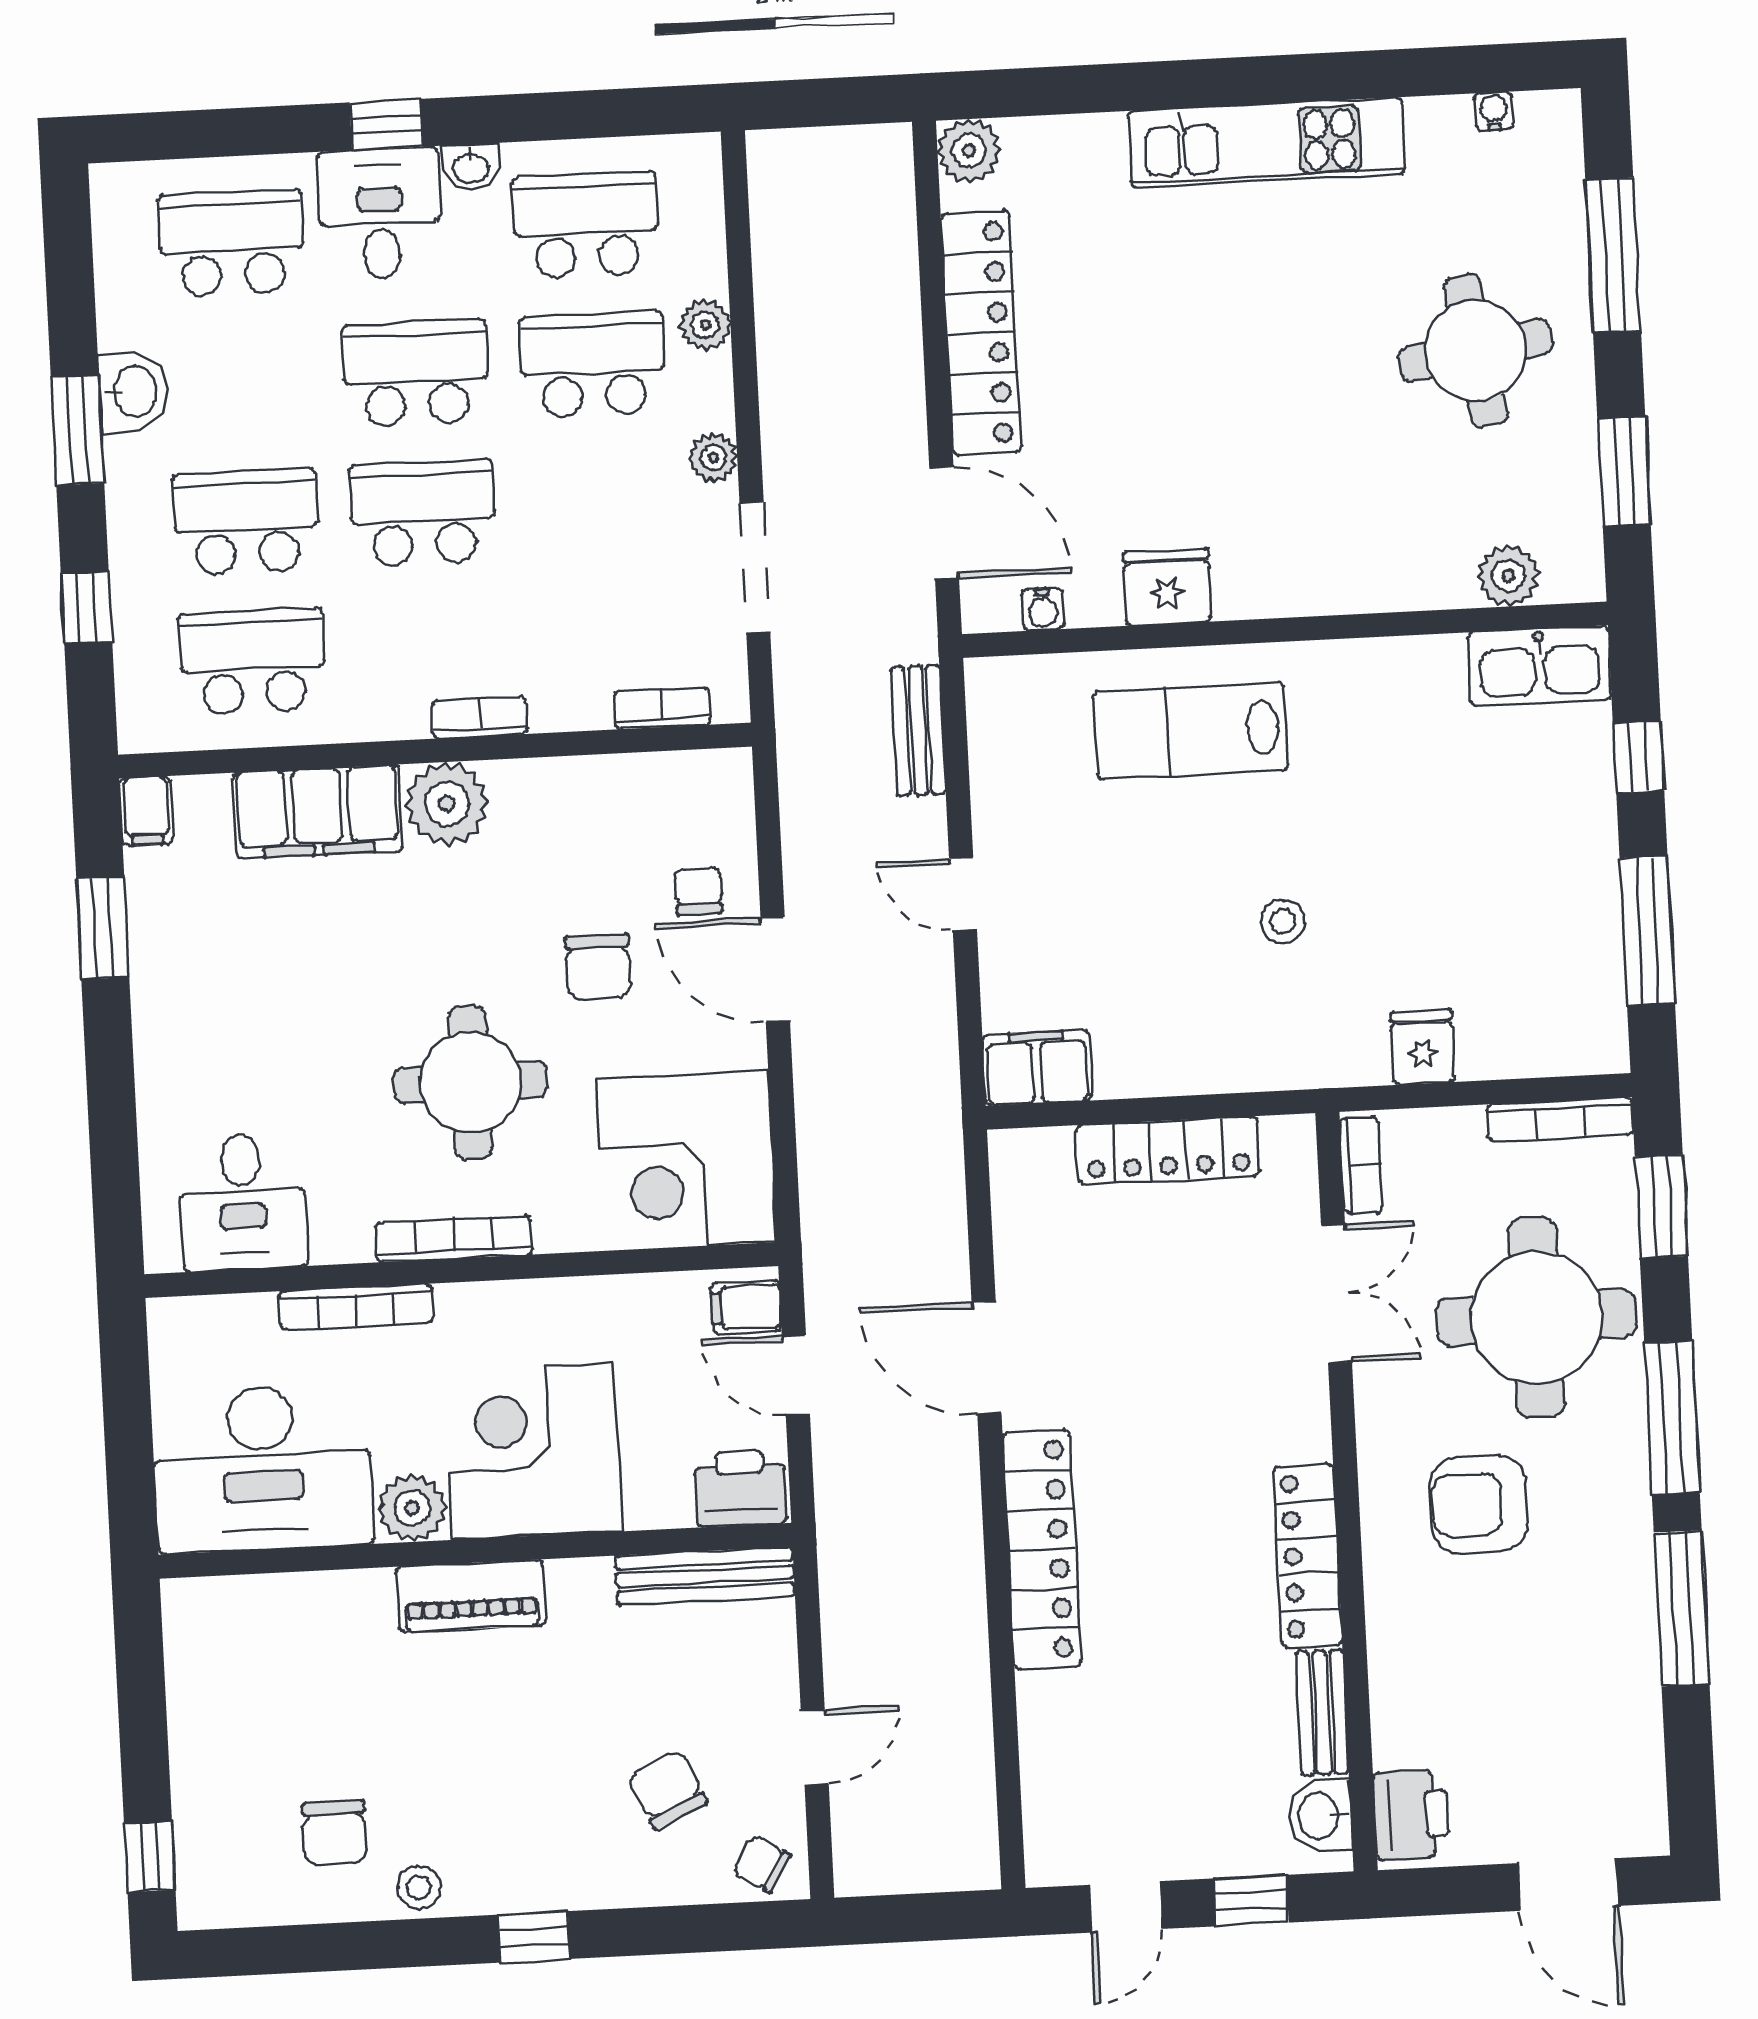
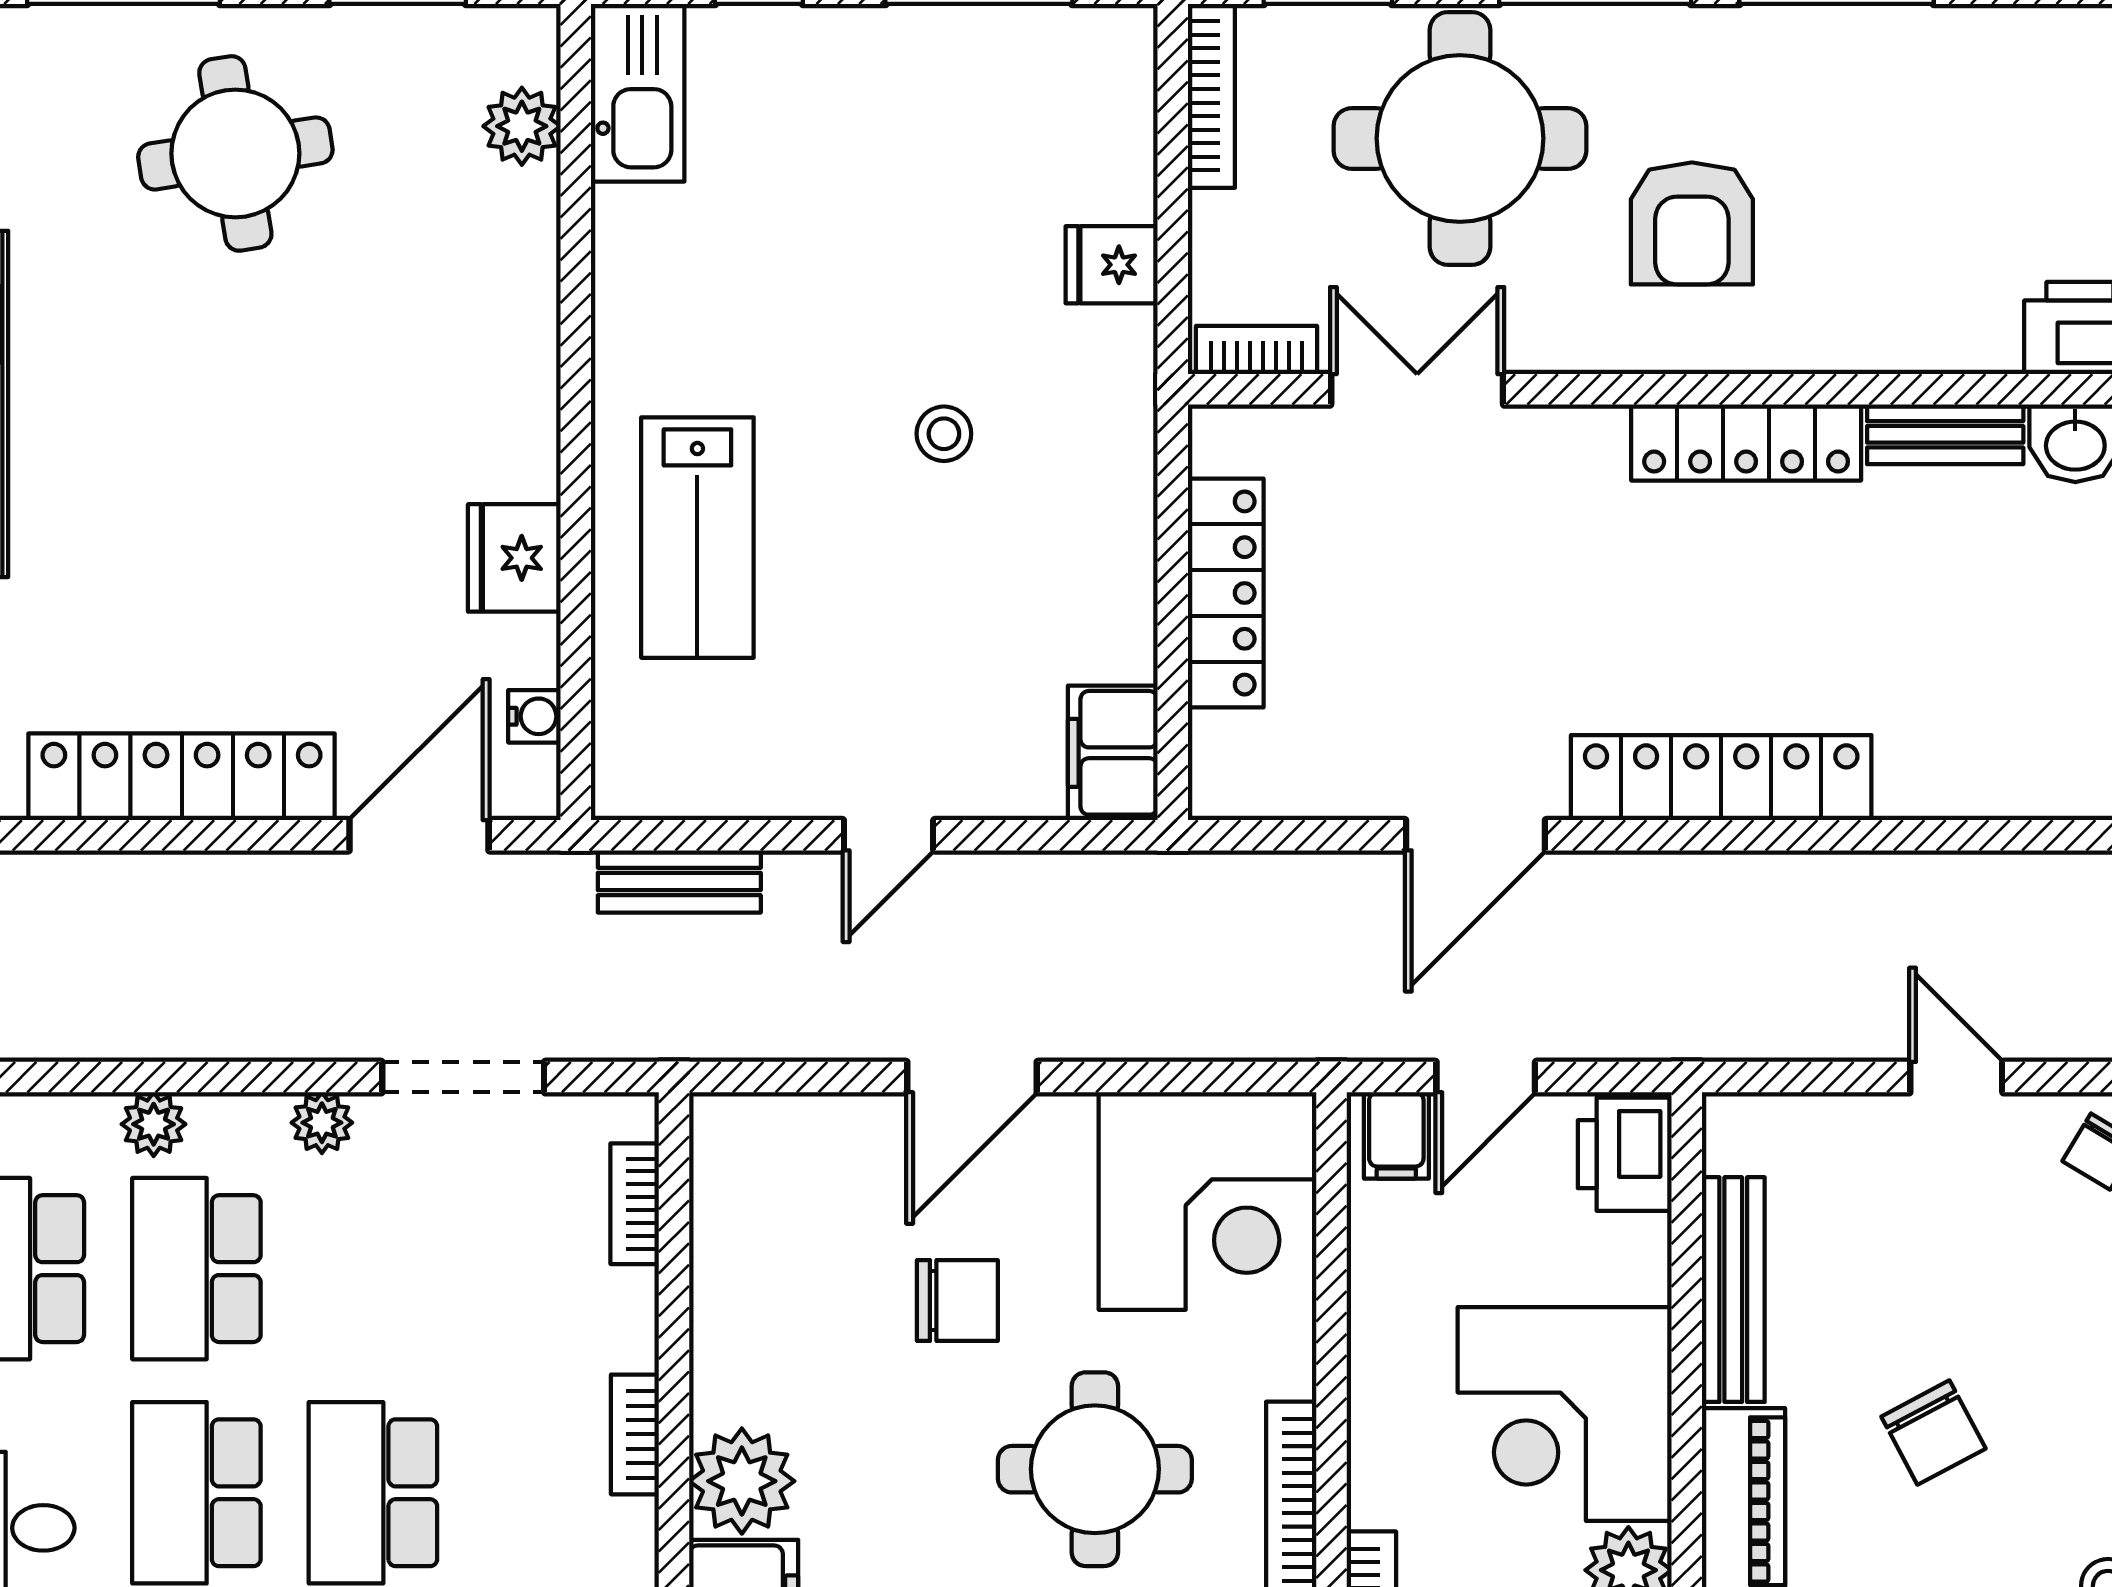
chair: (698, 891) -> (868, 1169), removed
bench: (705, 1576) -> (1733, 1290), moved
chair: (667, 1789) -> (1933, 1433), moved, turned -93

